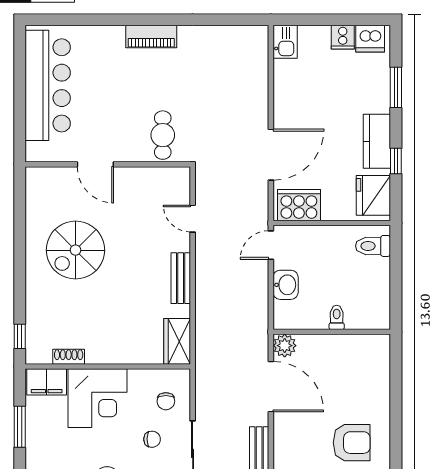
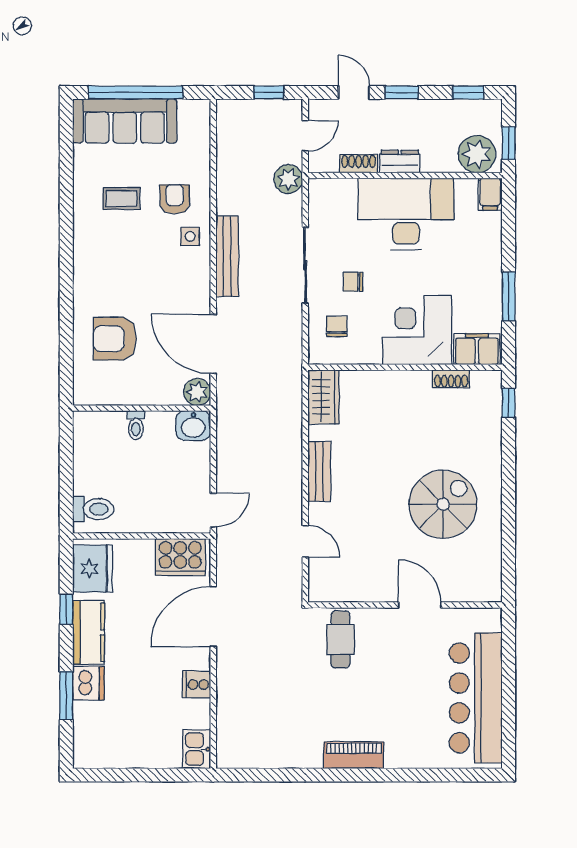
cooker: (343, 37) -> (197, 684), moved, turned -90
dishwasher: (370, 39) -> (88, 683), moved, turned 90
washbasin: (286, 285) -> (193, 425), moved, turned -90
armchair: (352, 443) -> (115, 339), moved

